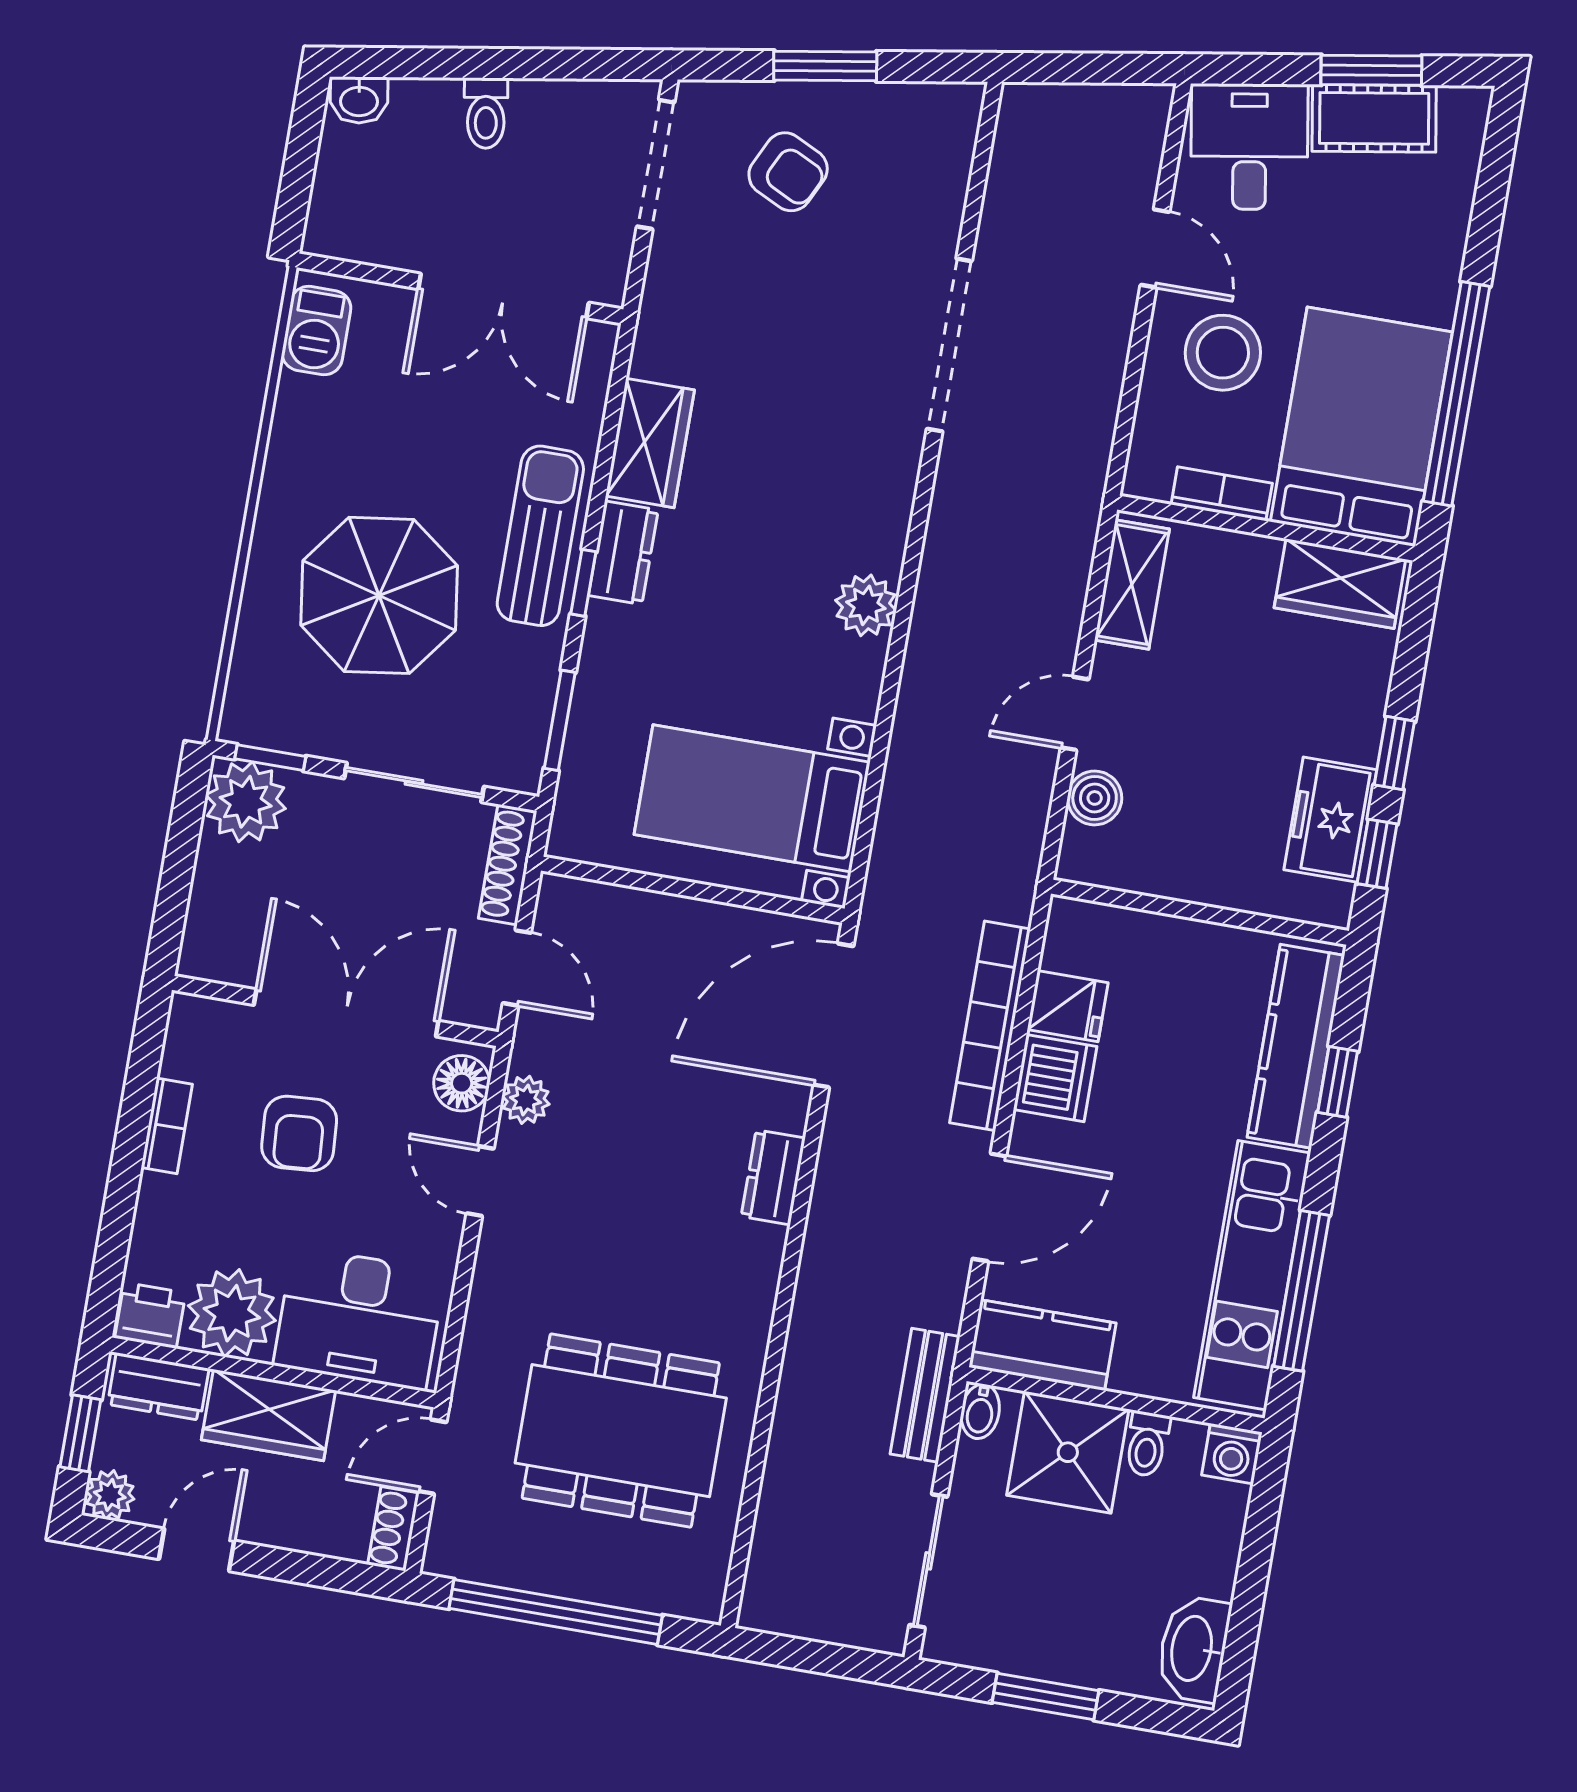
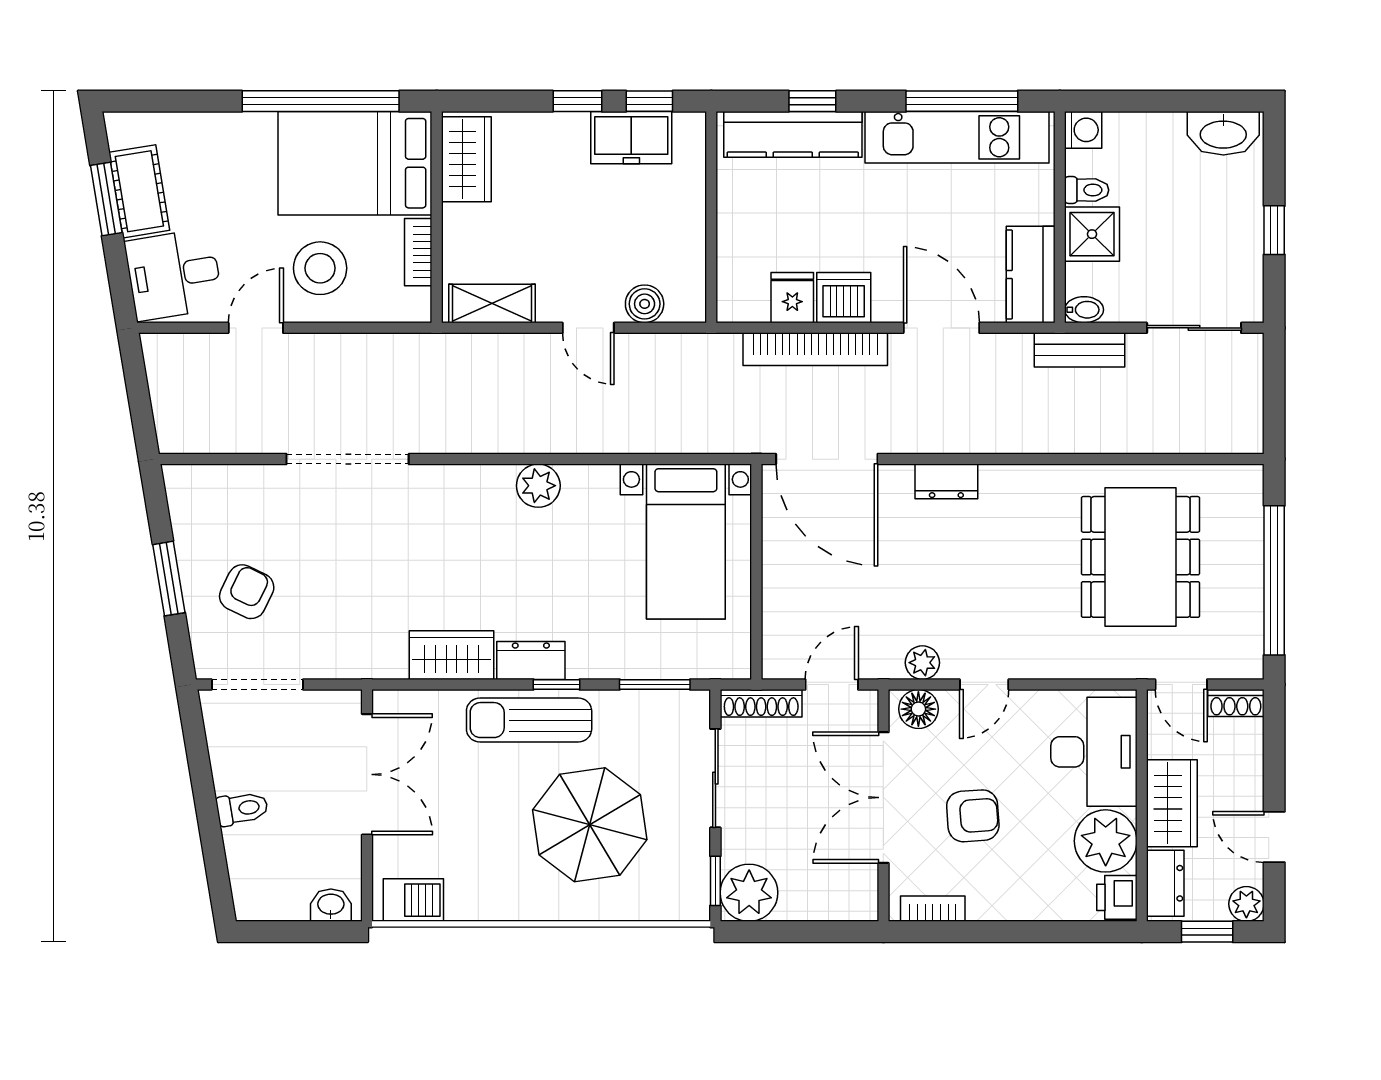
washbasin: (359, 100) -> (331, 905), moved, turned -81
bookcase: (167, 1126) -> (933, 909), moved
shower: (1068, 1452) -> (1092, 234), width x0.73, depth x0.73
window: (1046, 1697) -> (1274, 230), width x0.67

